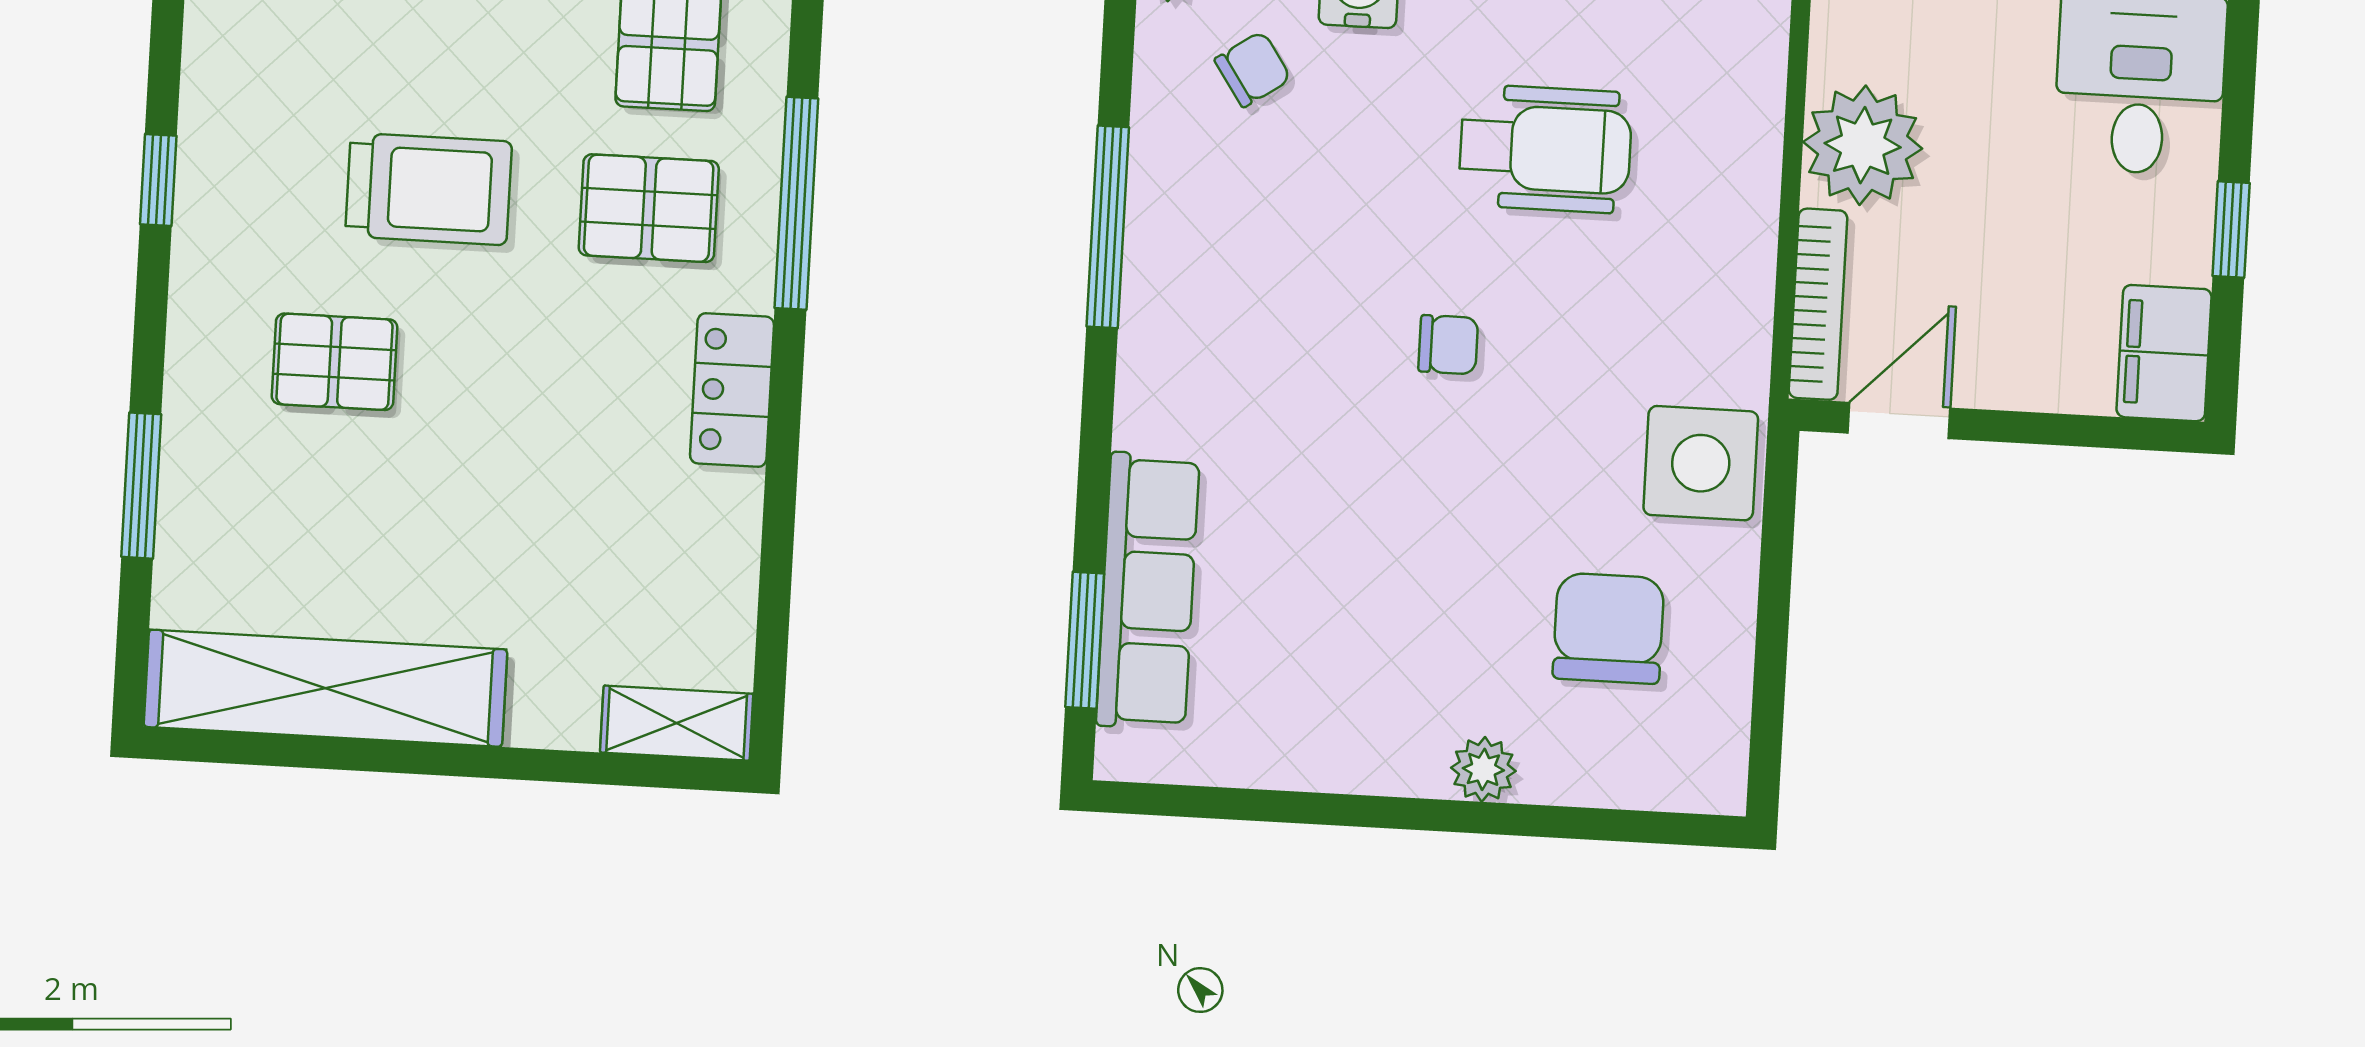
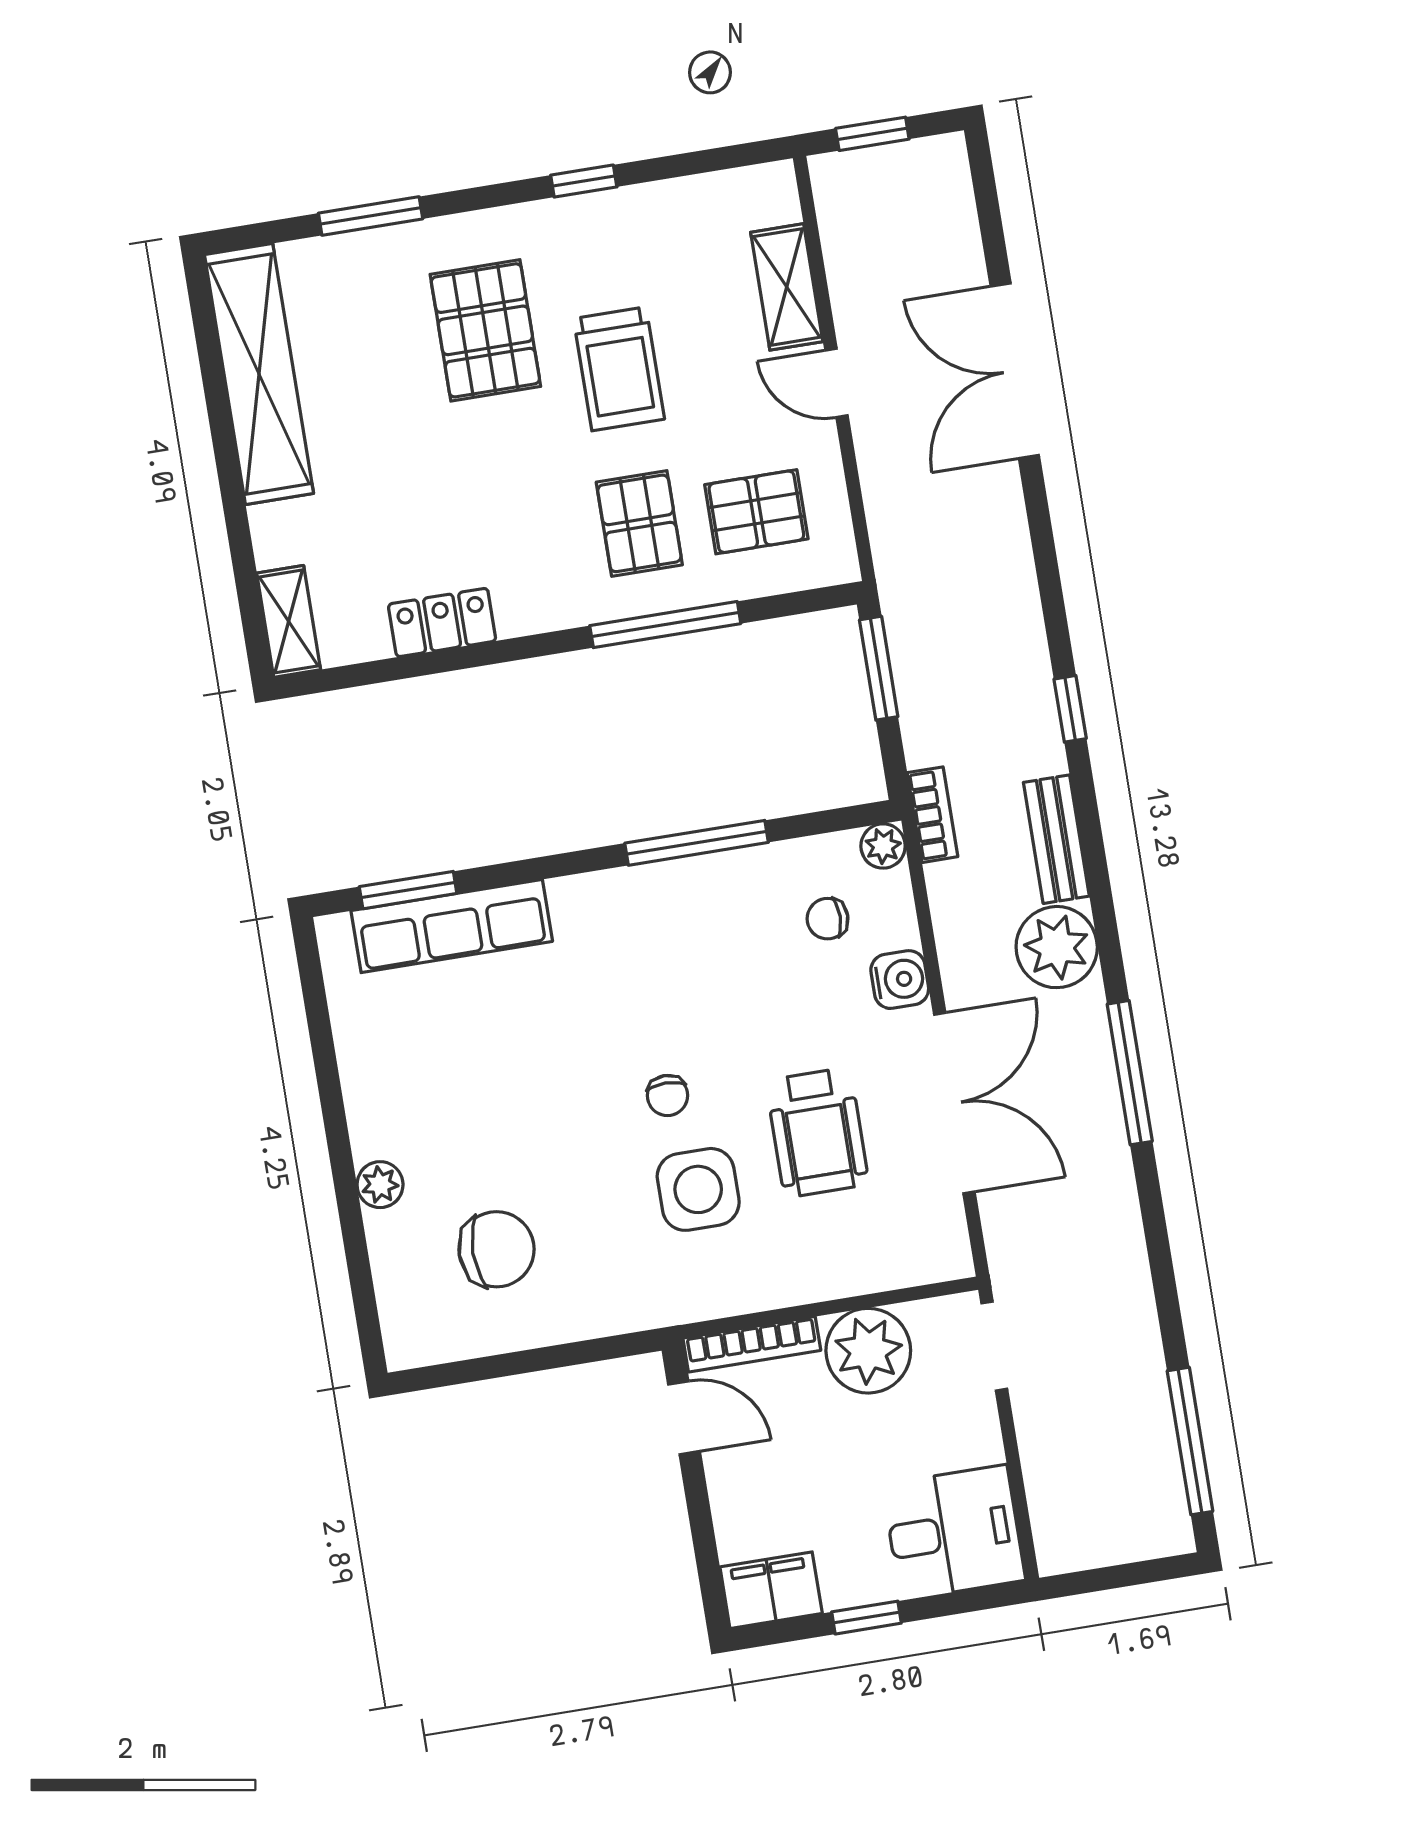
chair: (1253, 69) -> (828, 919), turned 124
pallet: (335, 362) -> (485, 330), width x1.50, depth x1.42
locker: (732, 390) -> (442, 623), moved
side table: (1701, 463) -> (698, 1189), moved

